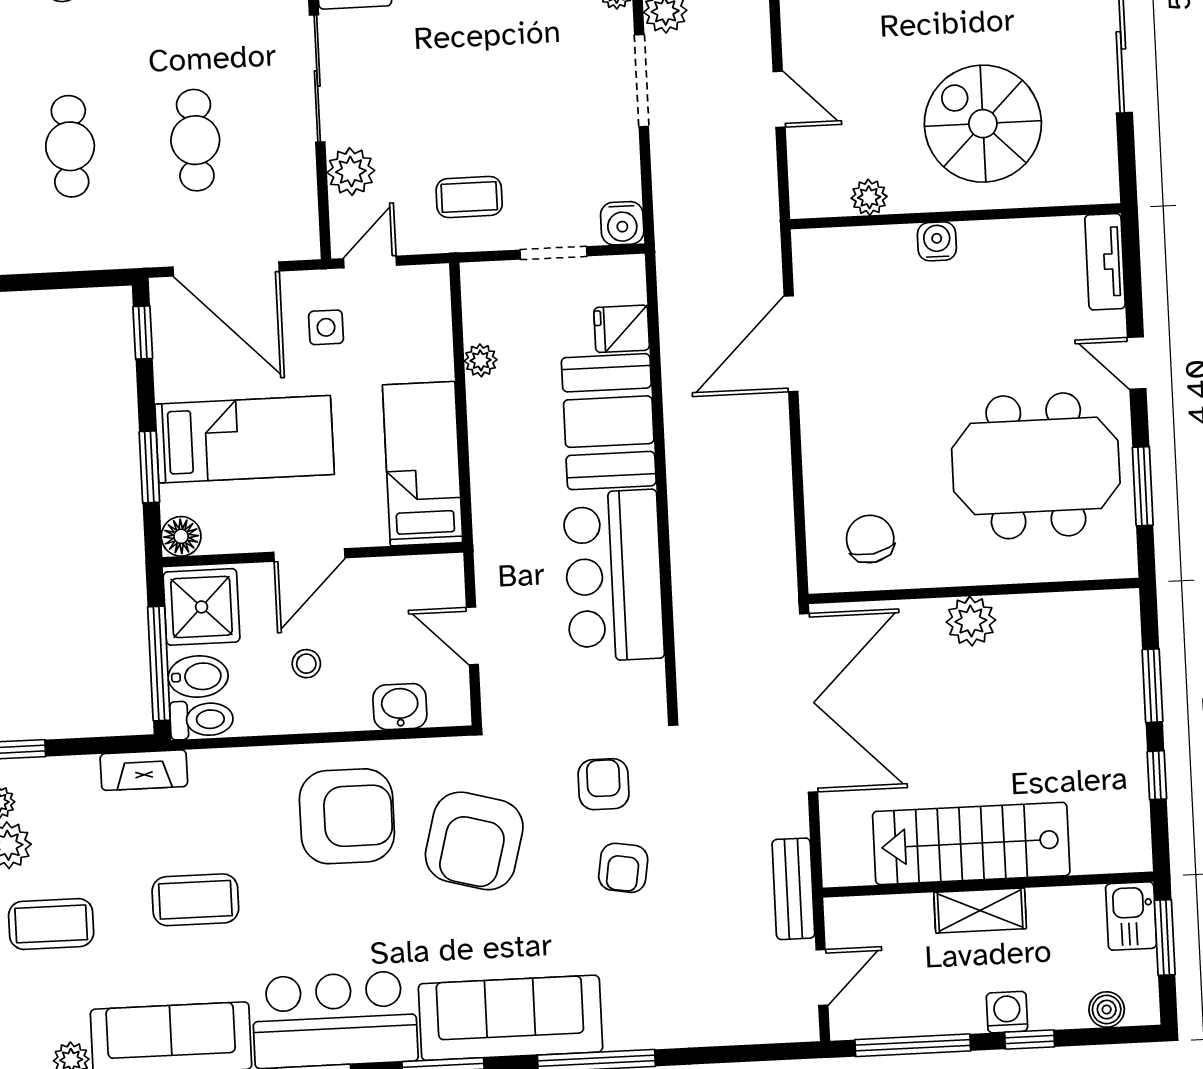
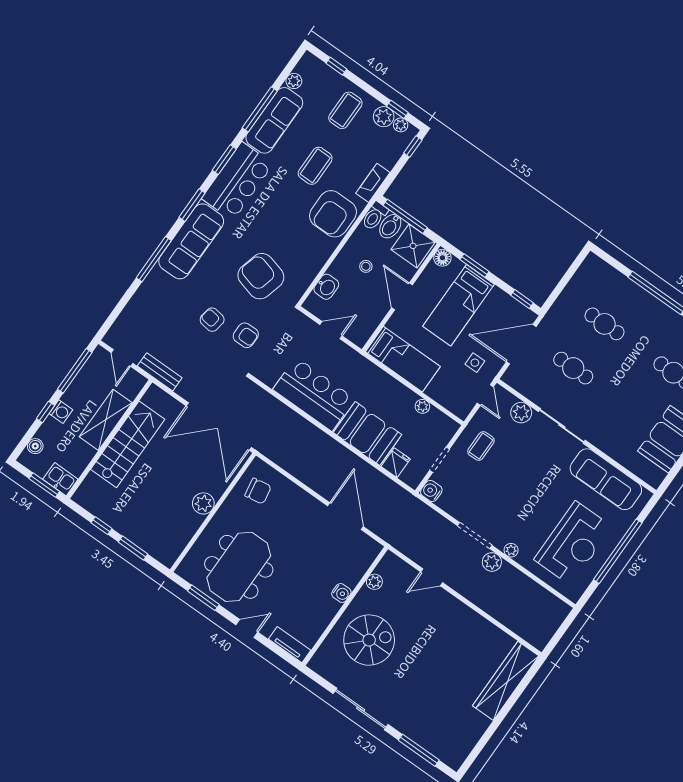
armchair: (347, 816) -> (333, 214), moved
shelving: (980, 911) -> (106, 420), width x1.50, depth x1.33

